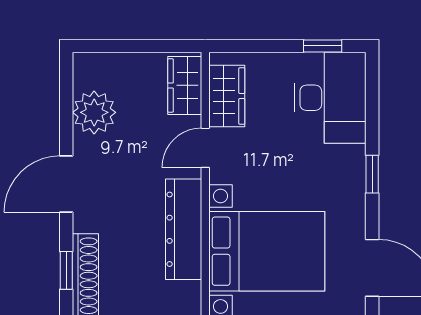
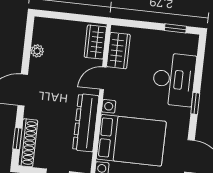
desk: (330, 98) -> (174, 79), moved
plant: (94, 112) -> (37, 51), width x0.53, depth x0.53

